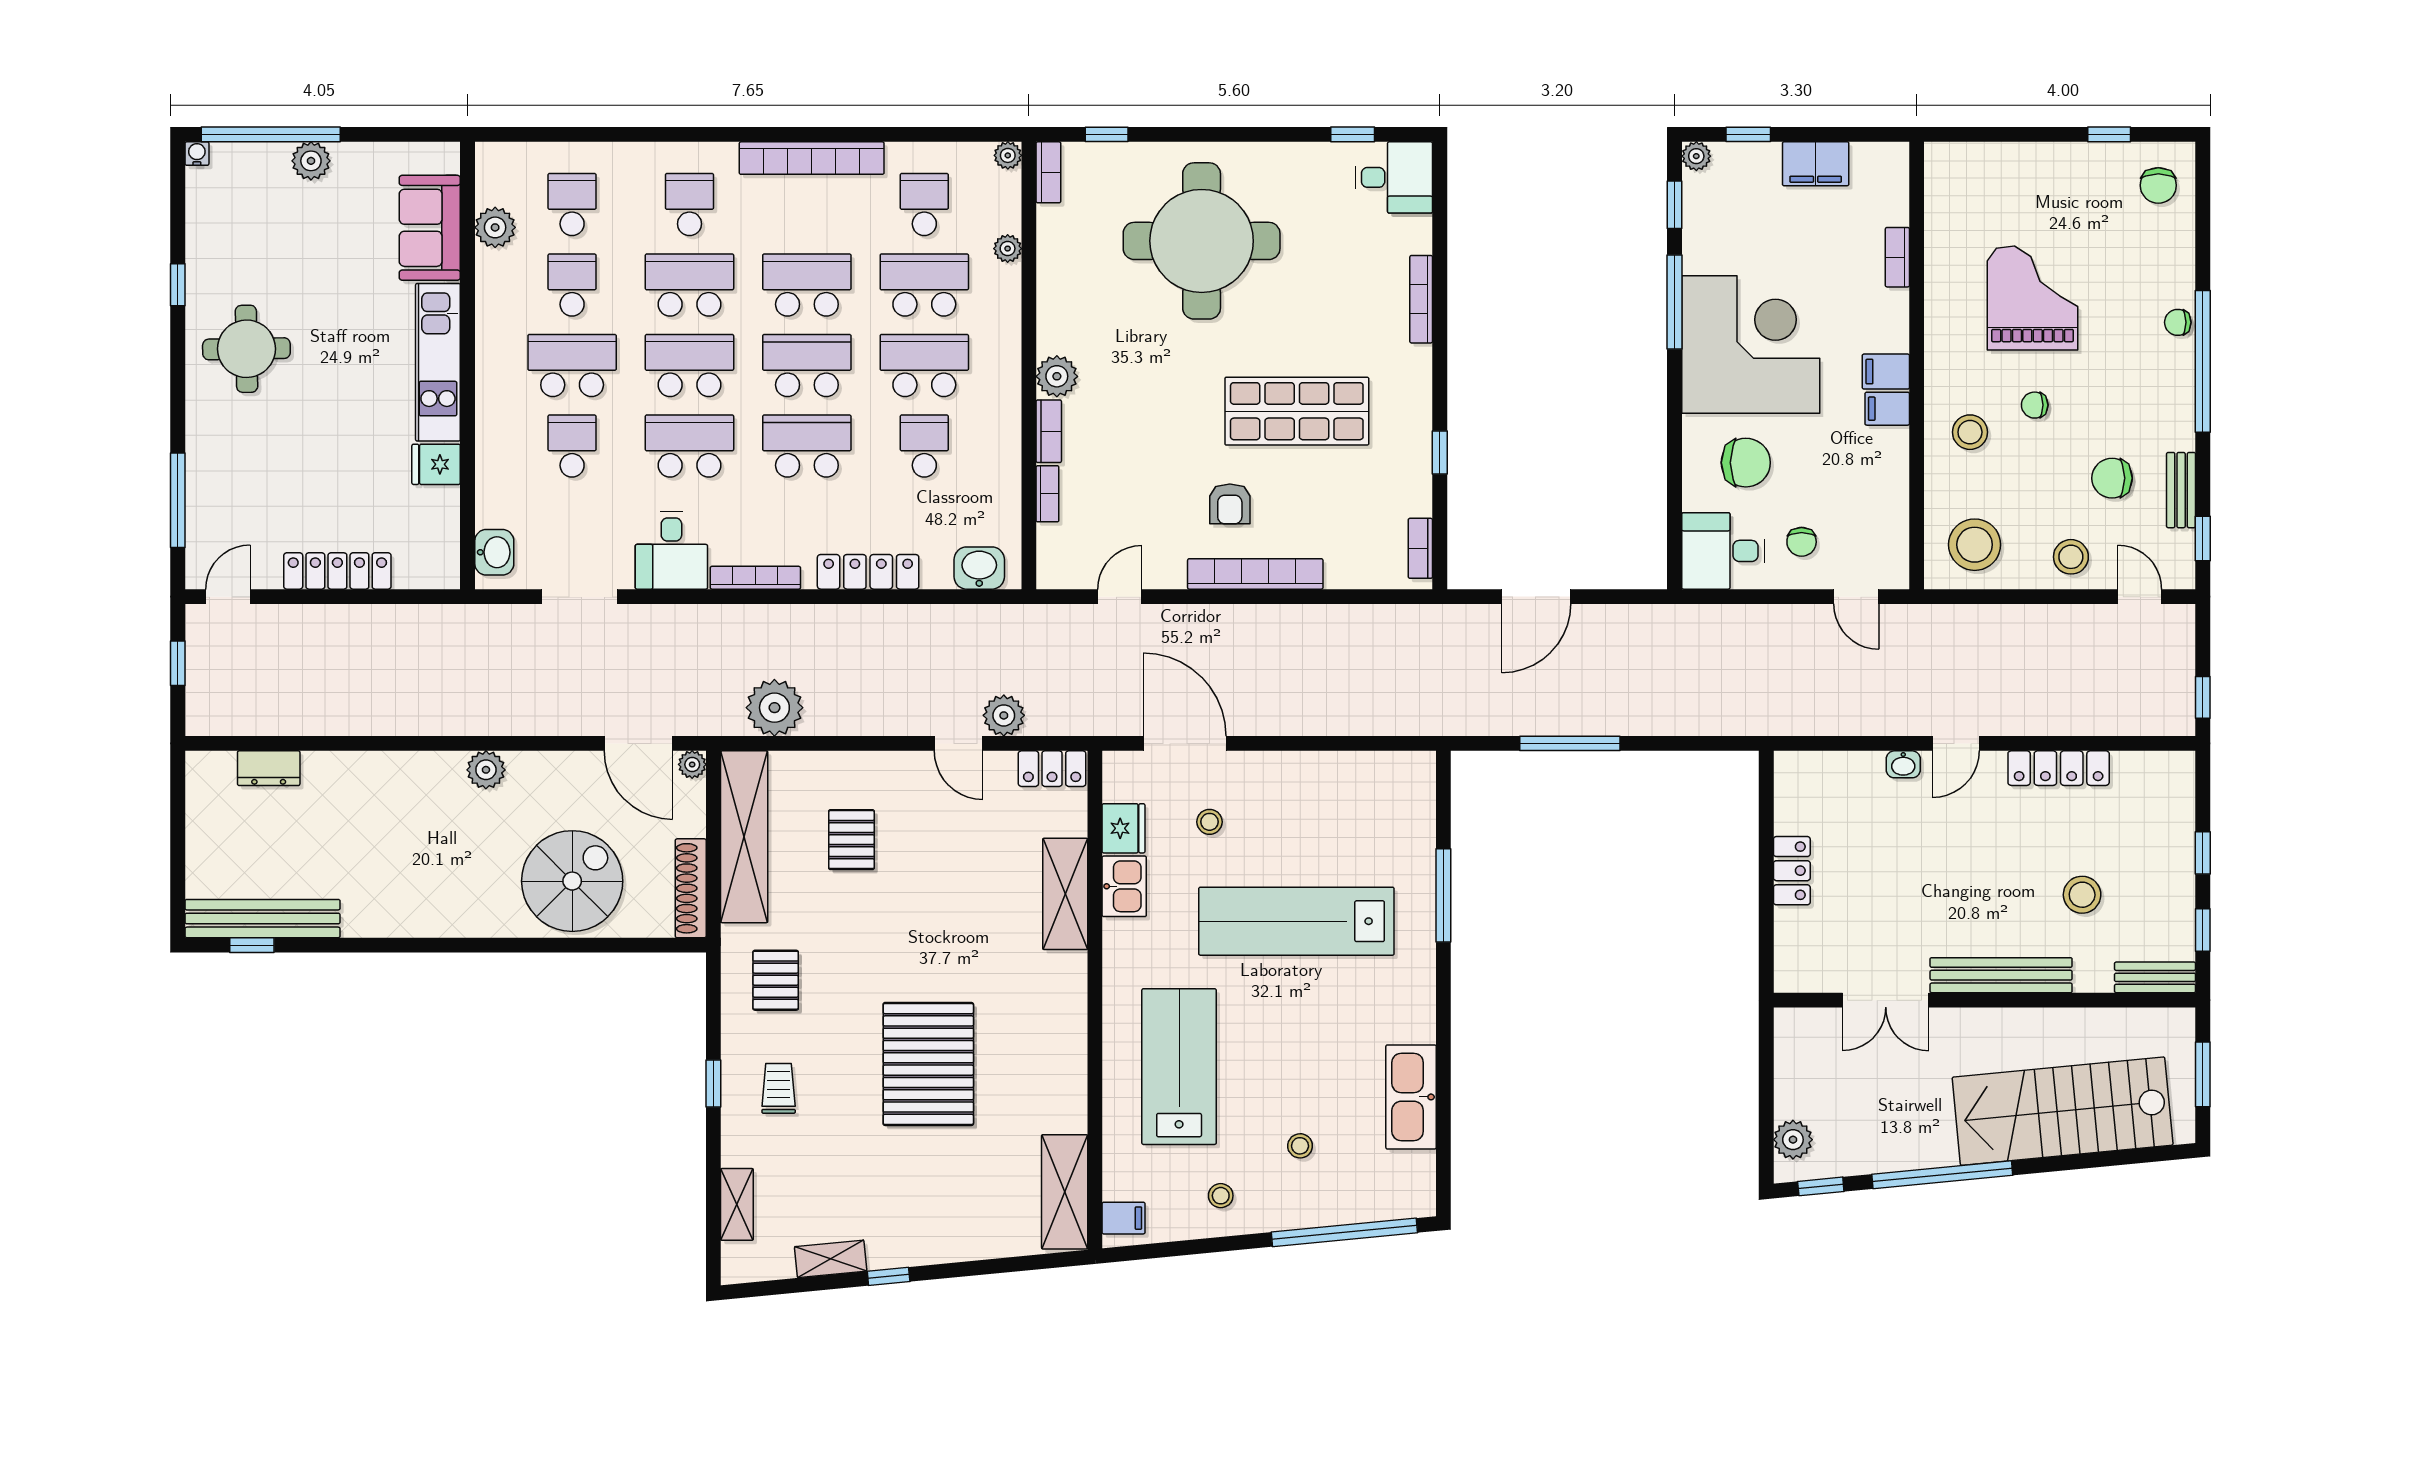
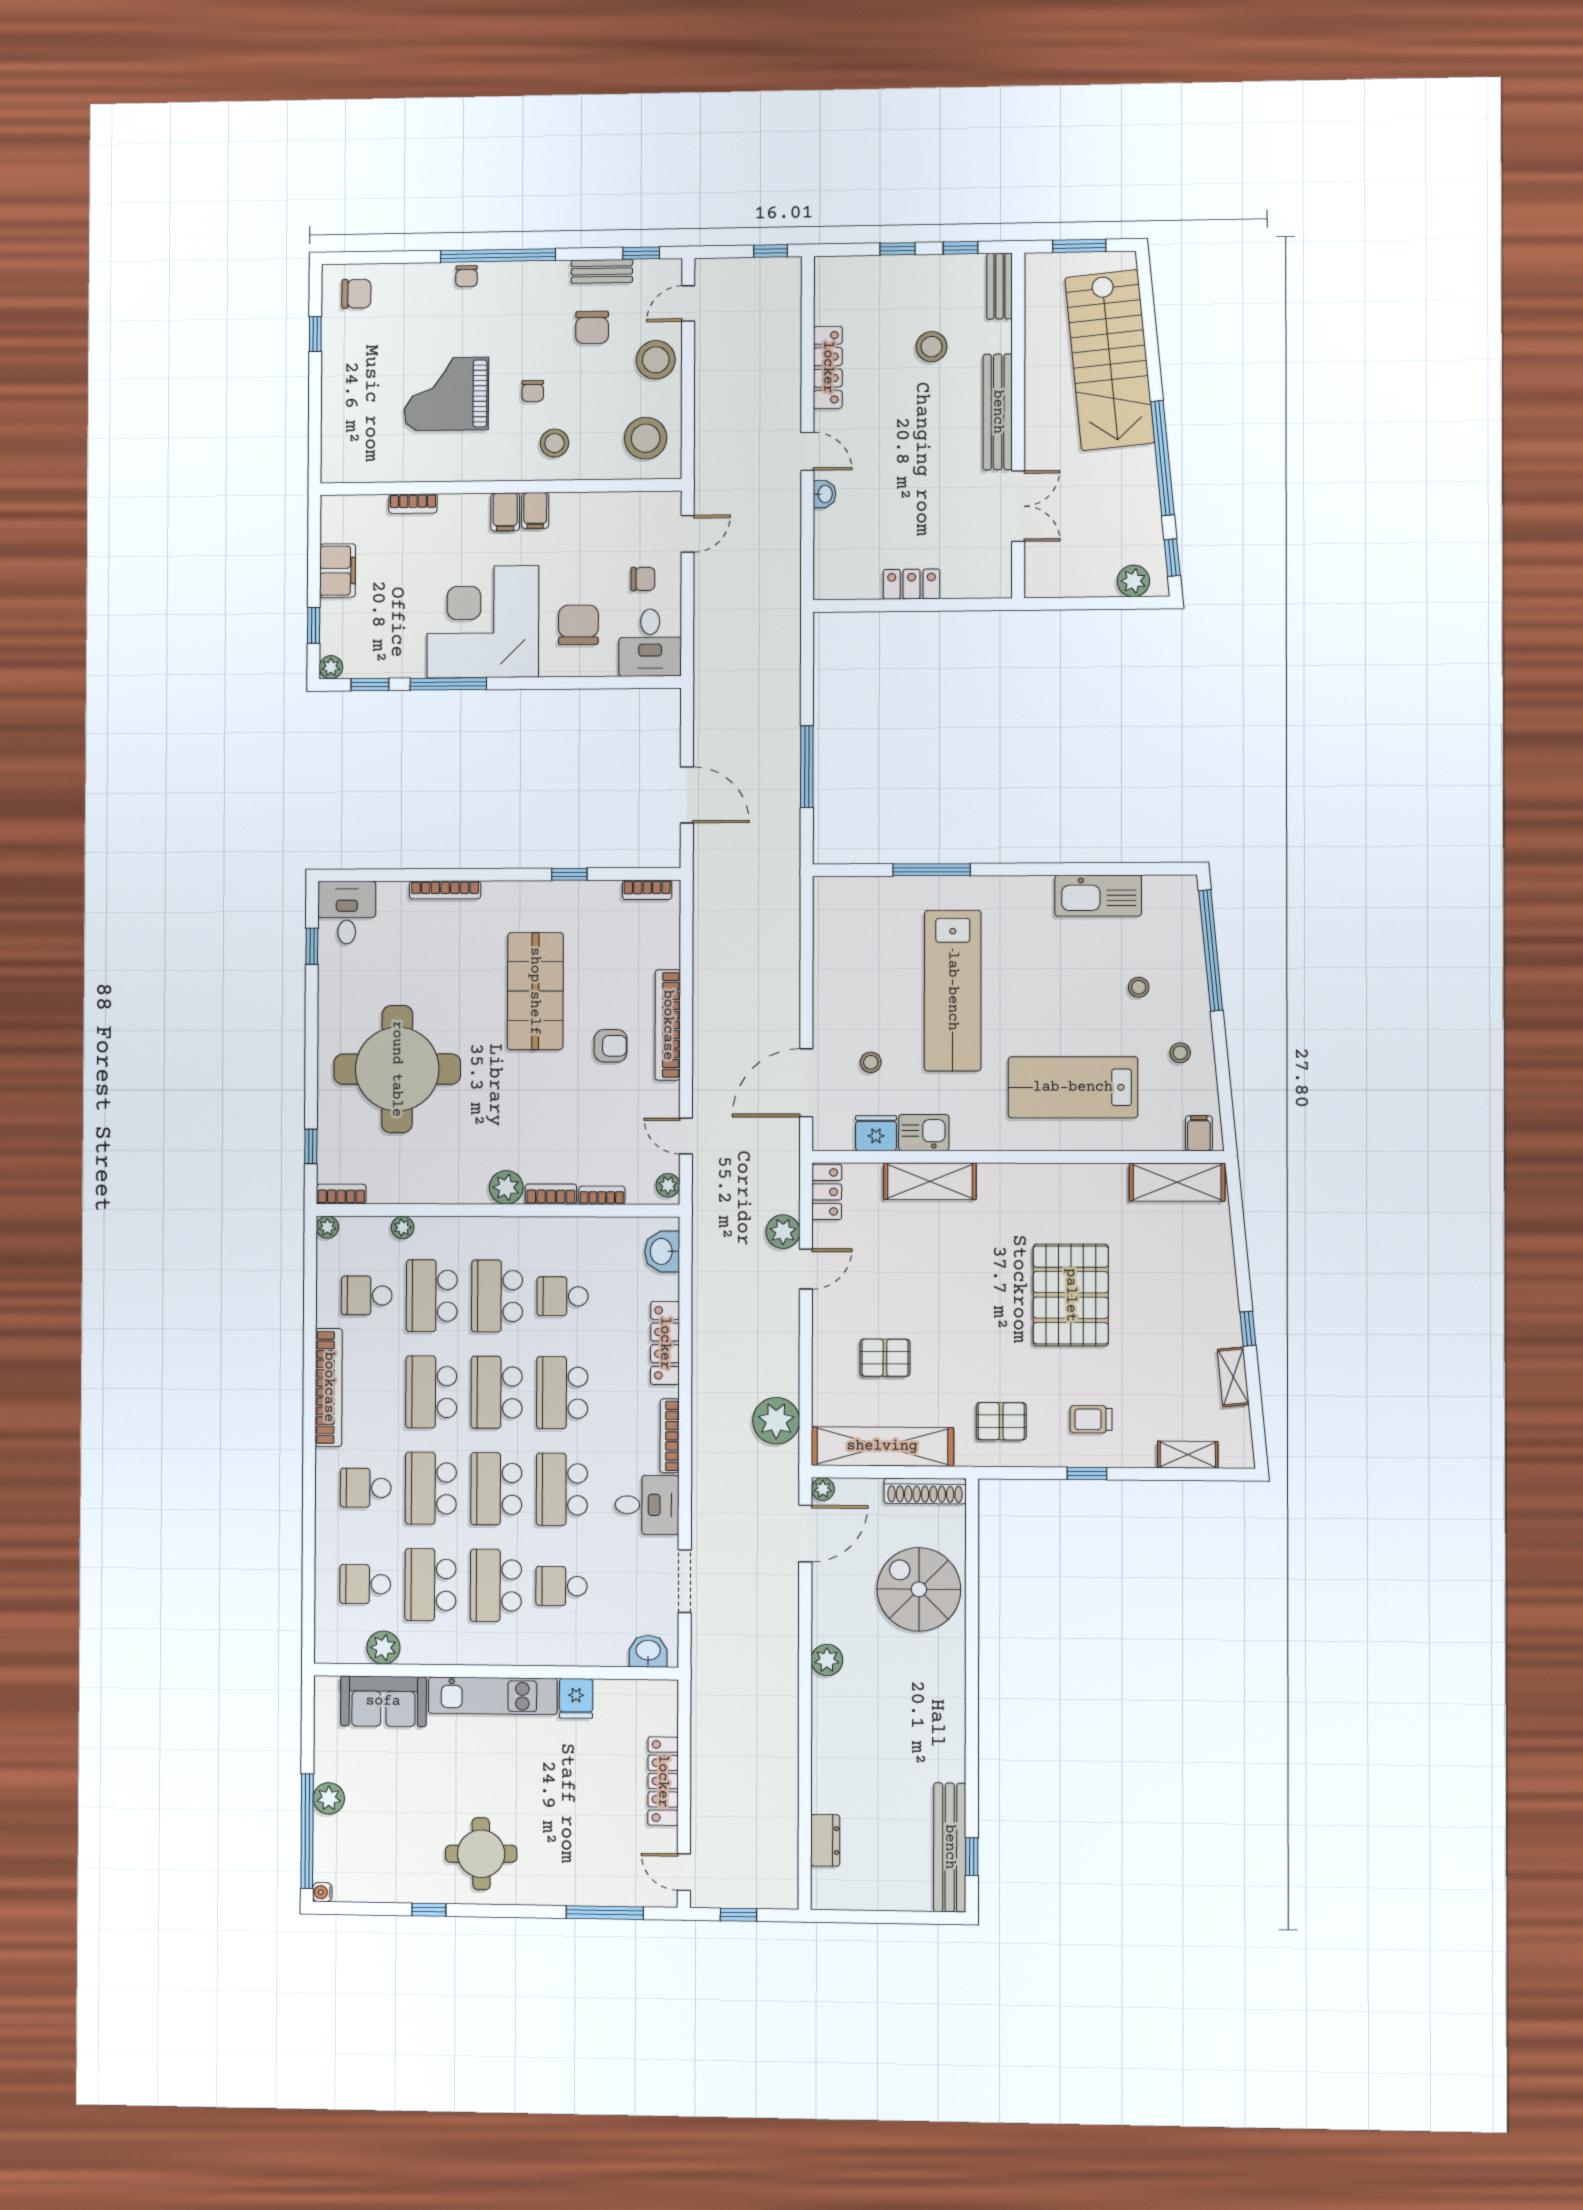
school desk: (572, 285) -> (430, 1585), width x1.85
stool: (2071, 557) -> (656, 360), width x1.38, depth x1.38
plant: (1060, 575) -> (668, 1185), added
pallet: (928, 1064) -> (1071, 1295), turned 90

